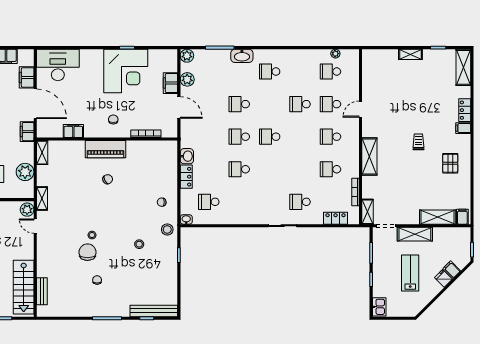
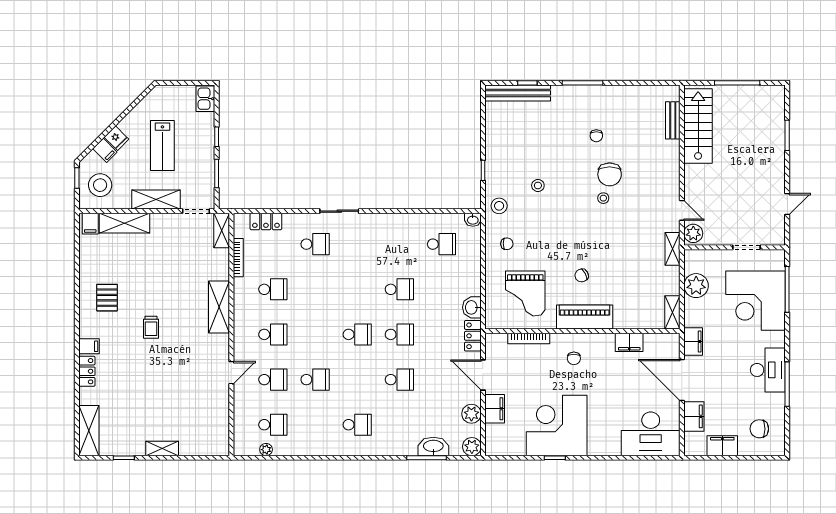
washbasin: (242, 56) -> (433, 446), moved
grand piano: (148, 166) -> (525, 294), added
locker: (186, 177) -> (473, 336), moved
stool: (455, 244) -> (100, 185), added

